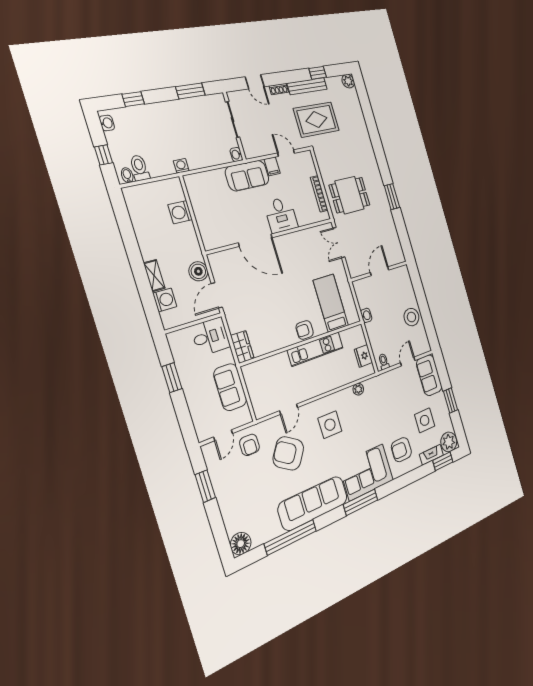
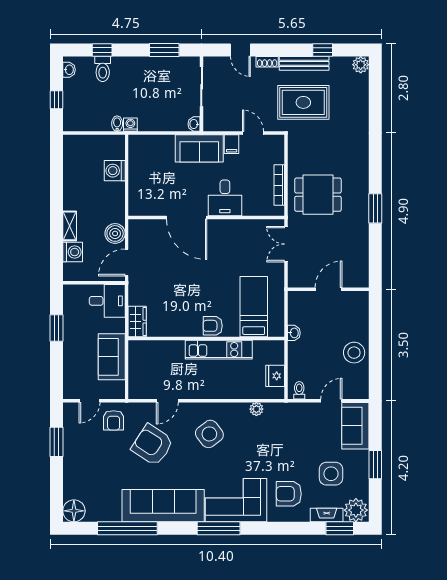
toilet: (139, 168) -> (103, 69), moved, turned 180
bidet: (127, 175) -> (117, 124), moved
side table: (330, 425) -> (209, 434), turned -37

